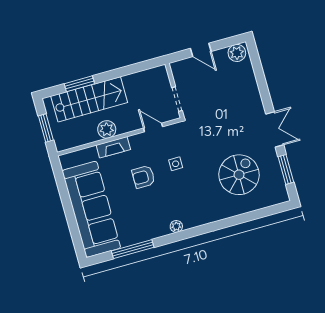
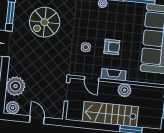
plant: (244, 81) -> (16, 86), added
stairs: (89, 99) -> (110, 114), moved
fireplace: (113, 147) -> (114, 75), moved

